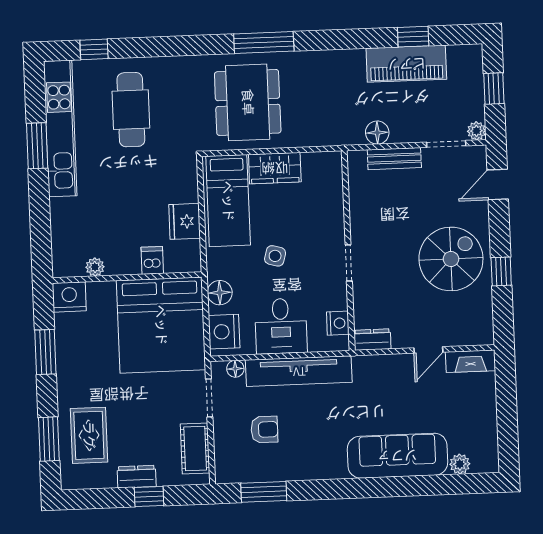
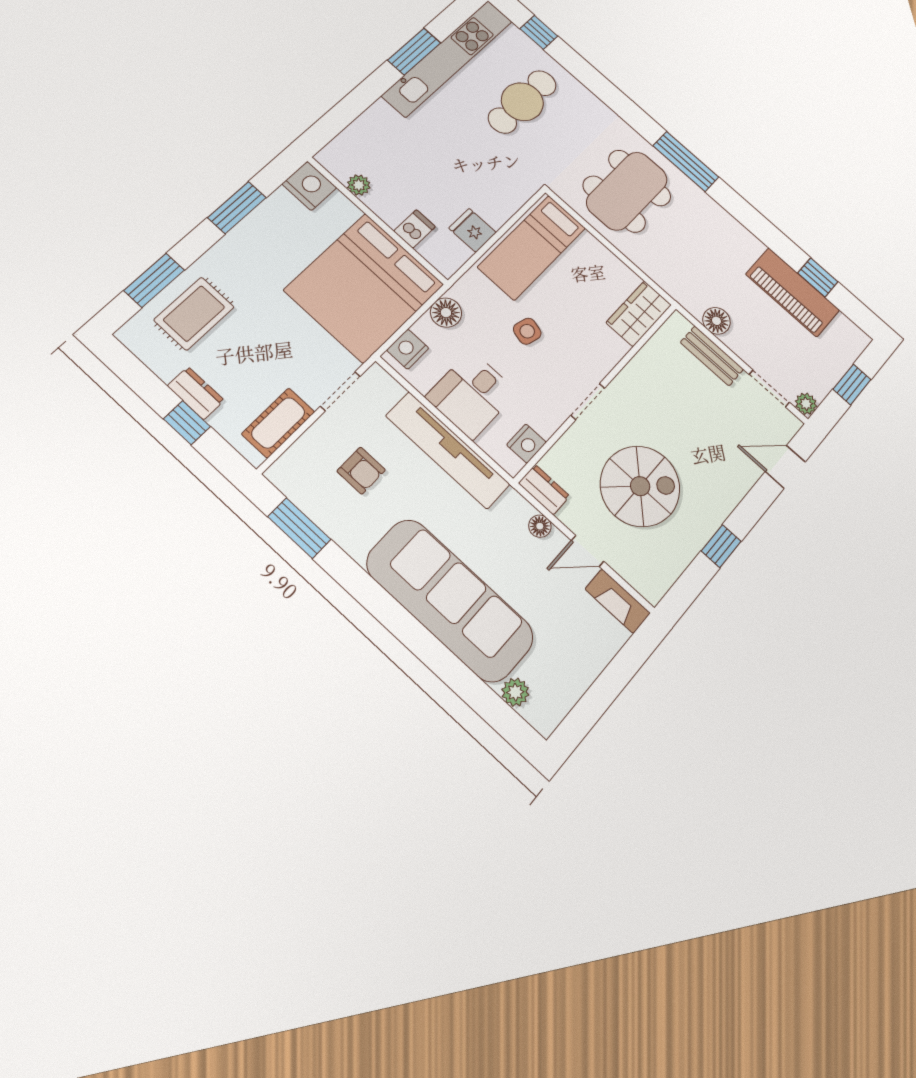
wardrobe: (275, 168) -> (639, 314), moved, turned 90
fridge: (185, 221) -> (472, 230), width x0.72
spiral stairs: (451, 259) -> (640, 486), moved
nightstand: (224, 332) -> (408, 349), width x0.74, depth x0.75
floor lamp: (235, 369) -> (540, 526), moved
sofa: (397, 456) -> (450, 600), width x1.36, depth x1.27

